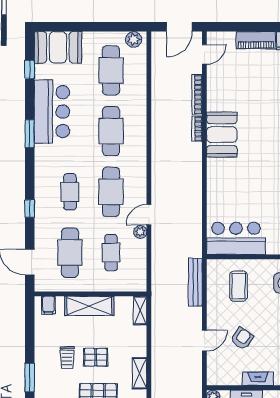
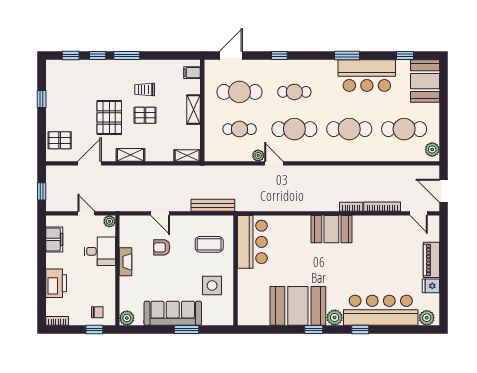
booth: (222, 135) -> (331, 229), moved
shelving: (89, 306) -> (193, 110), width x0.67, depth x0.75
armchair: (242, 339) -> (162, 247), turned 146
pallet: (96, 357) -> (145, 115), turned 90

